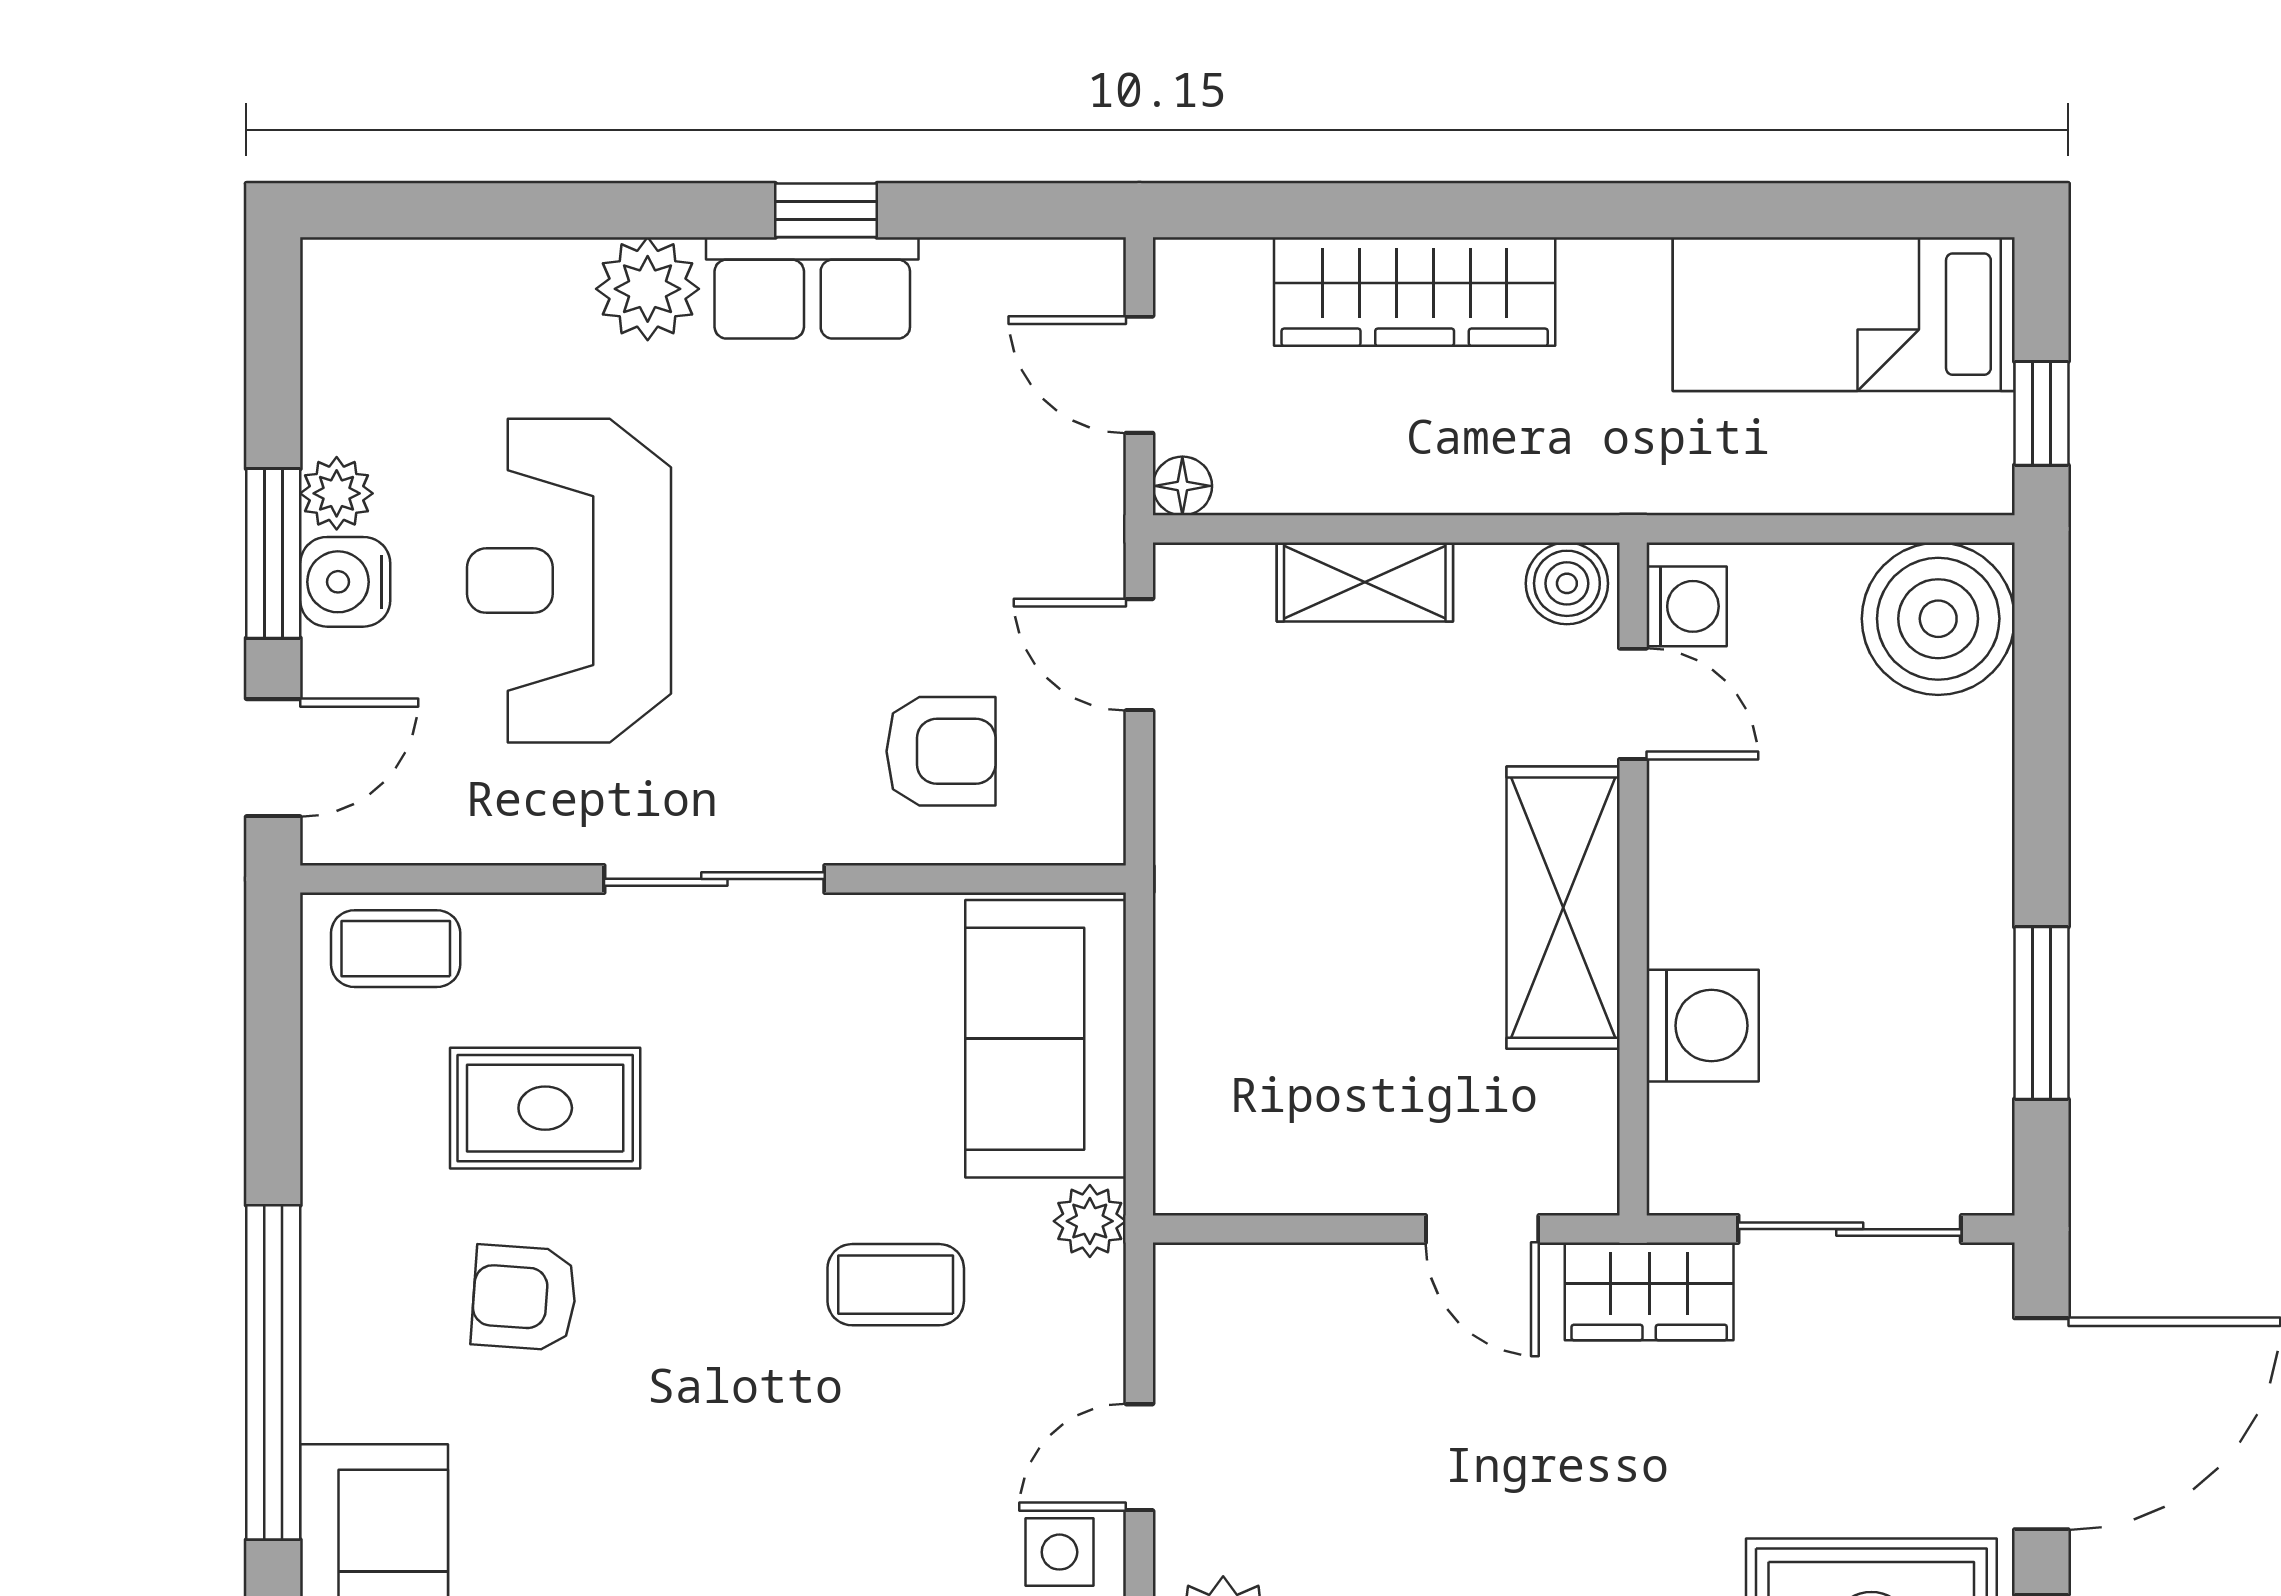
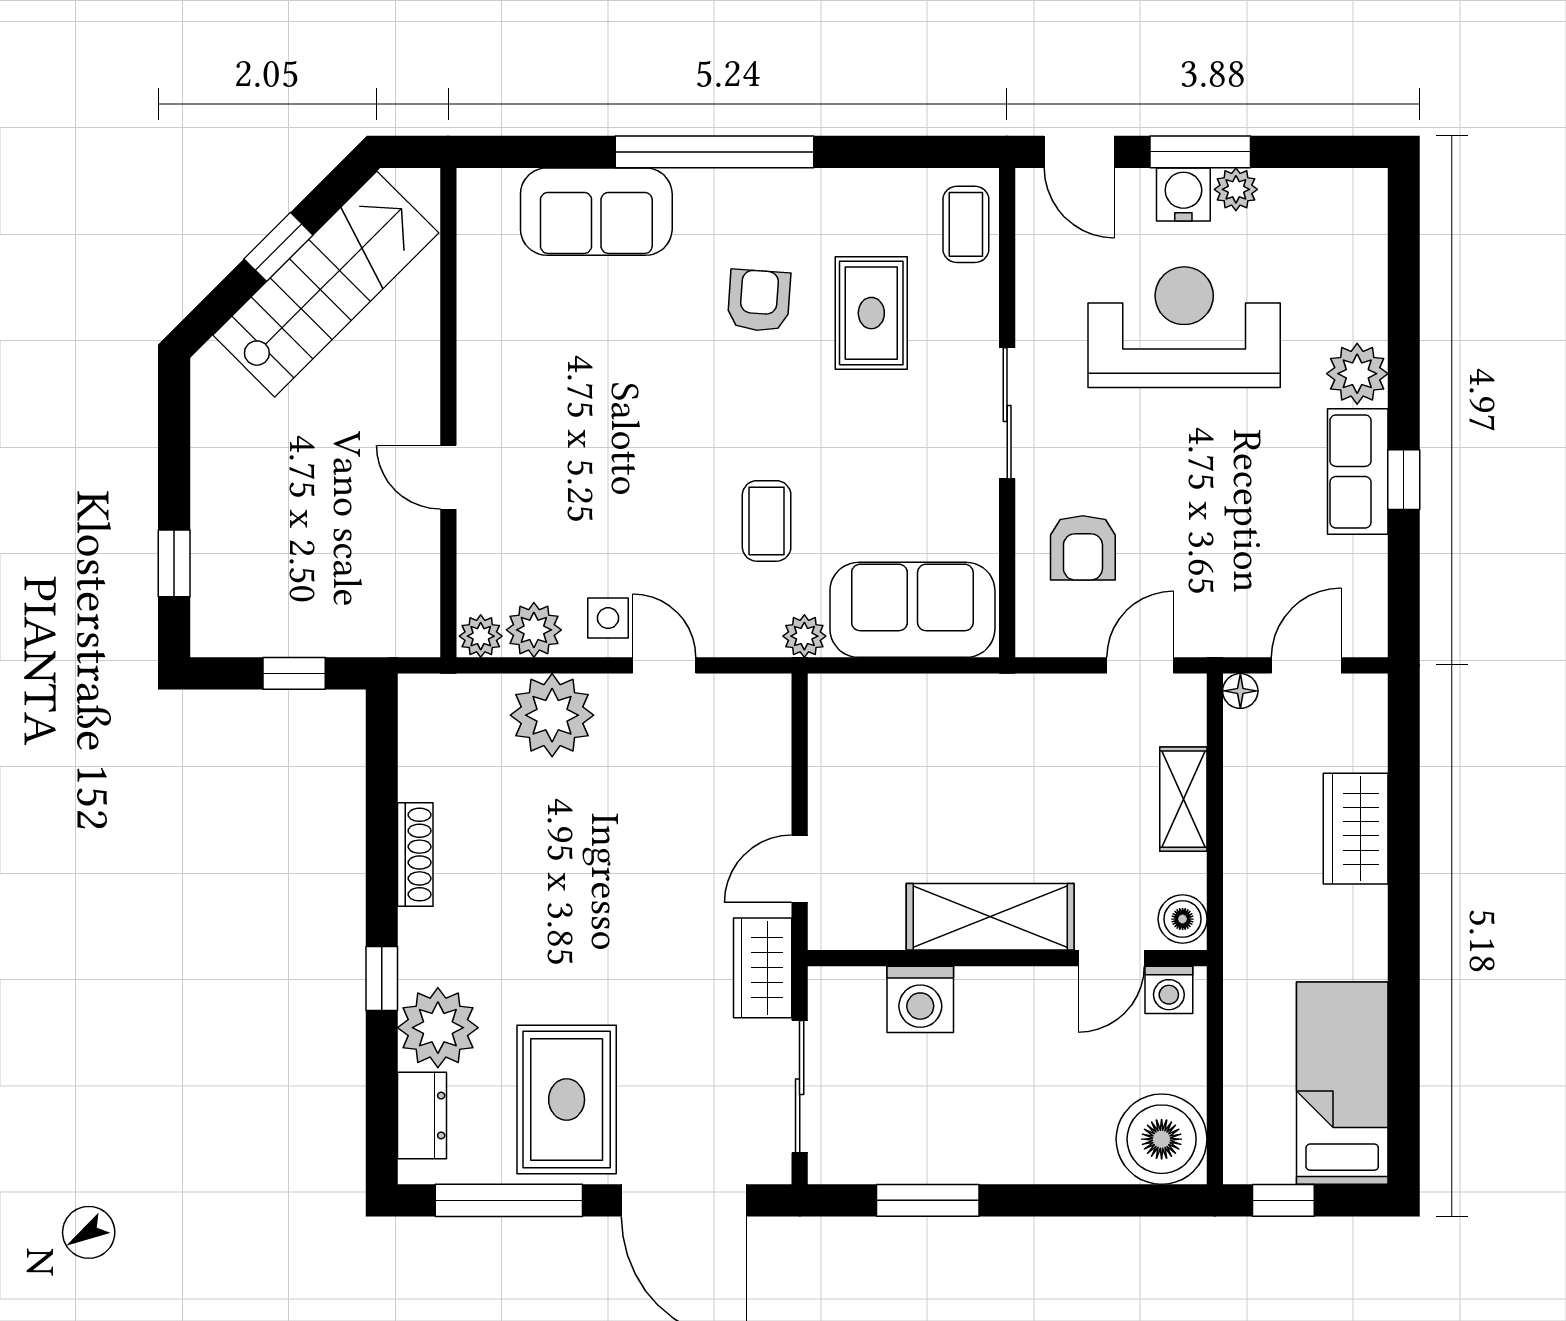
wardrobe: (1415, 292) -> (1356, 829), width x0.67

